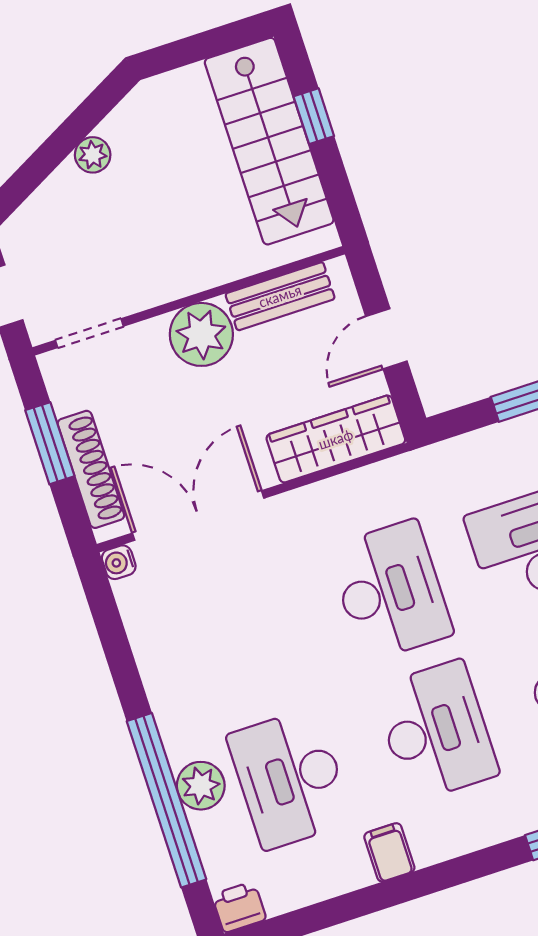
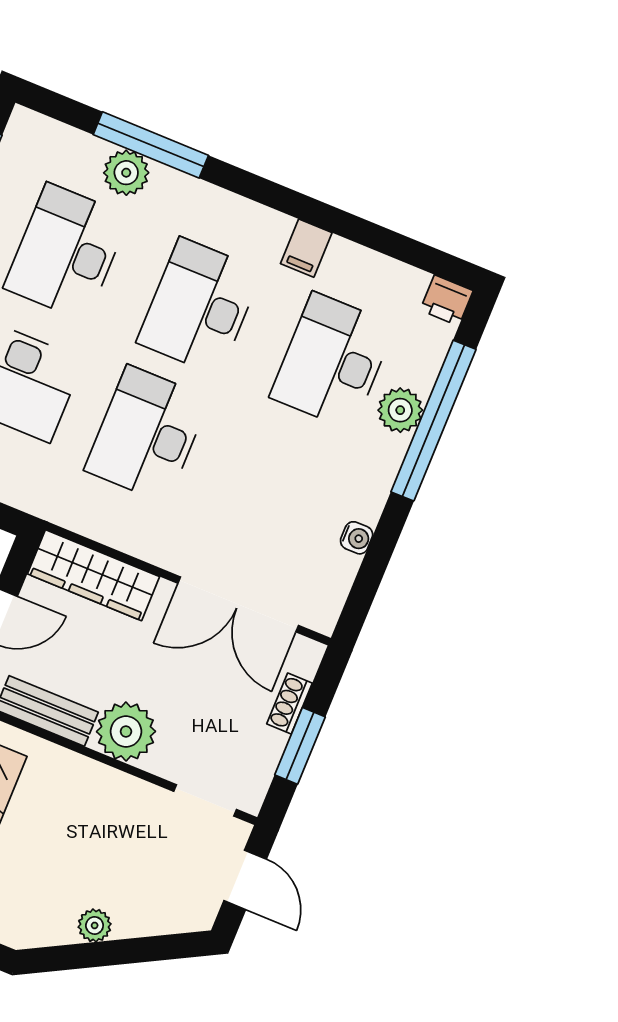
shoe rack: (91, 469) -> (290, 703), width x0.51, depth x0.81
water cooler: (119, 562) -> (357, 538), moved
desk: (290, 779) -> (332, 361), turned 180

